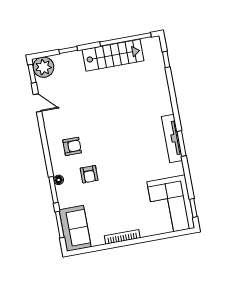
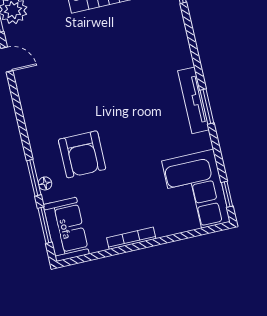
armchair: (72, 146) -> (57, 117), removed
armchair: (89, 174) -> (82, 154), width x1.88, depth x1.88
floor lamp: (59, 180) -> (45, 183), moved

